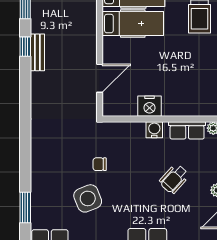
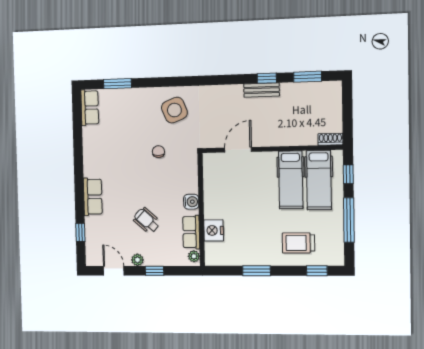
door: (100, 78) -> (238, 150), swing flipped
nightstand: (149, 106) -> (214, 230), moved
side table: (88, 198) -> (174, 110), moved

